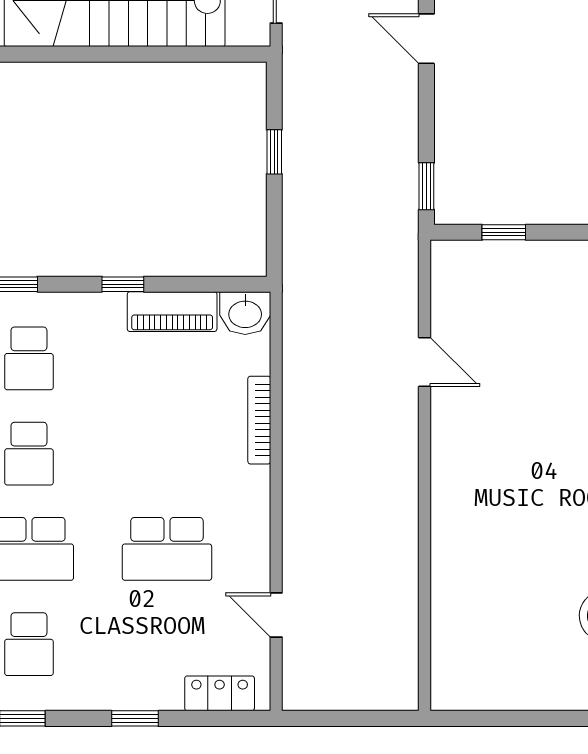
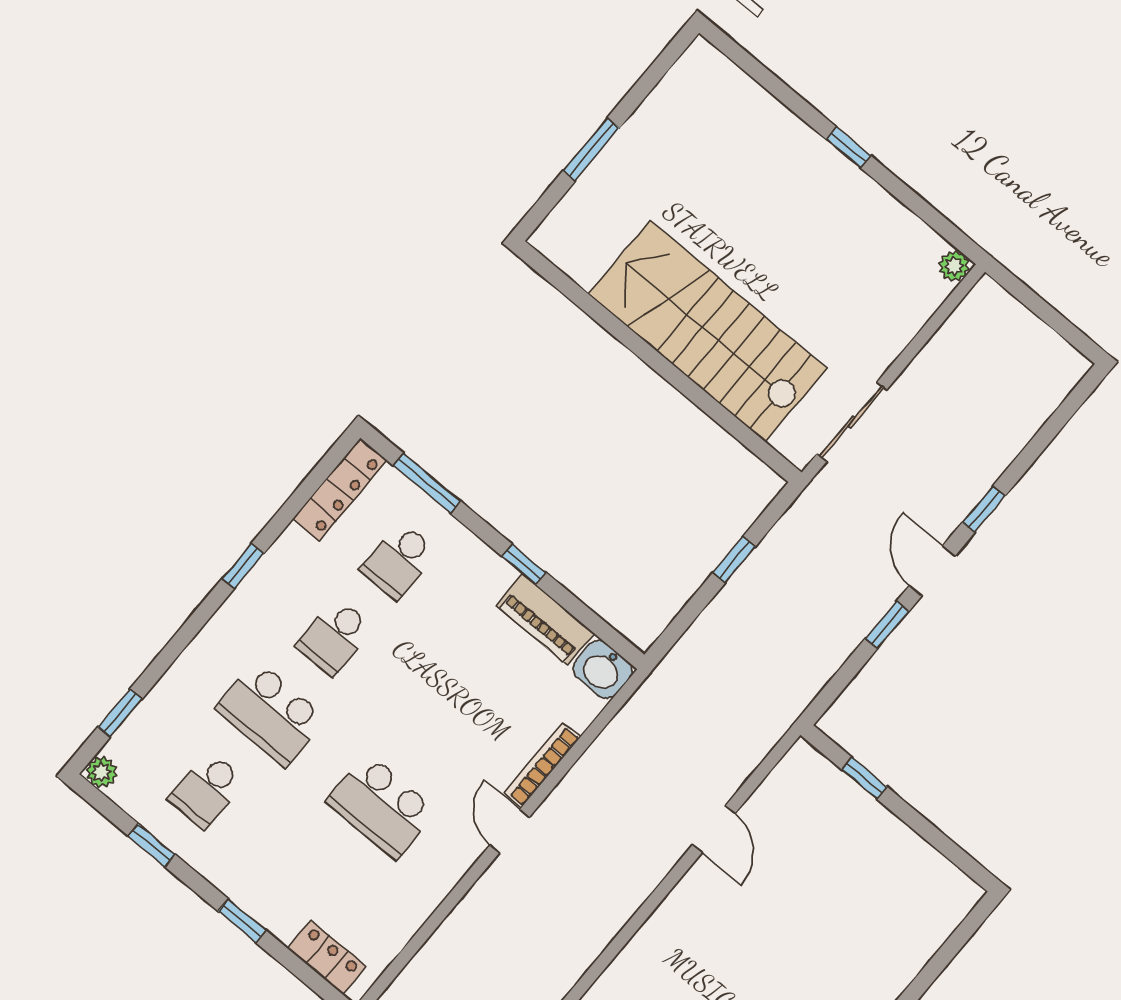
window: (426, 186) -> (887, 625), moved
door: (276, 615) -> (510, 831), moved

